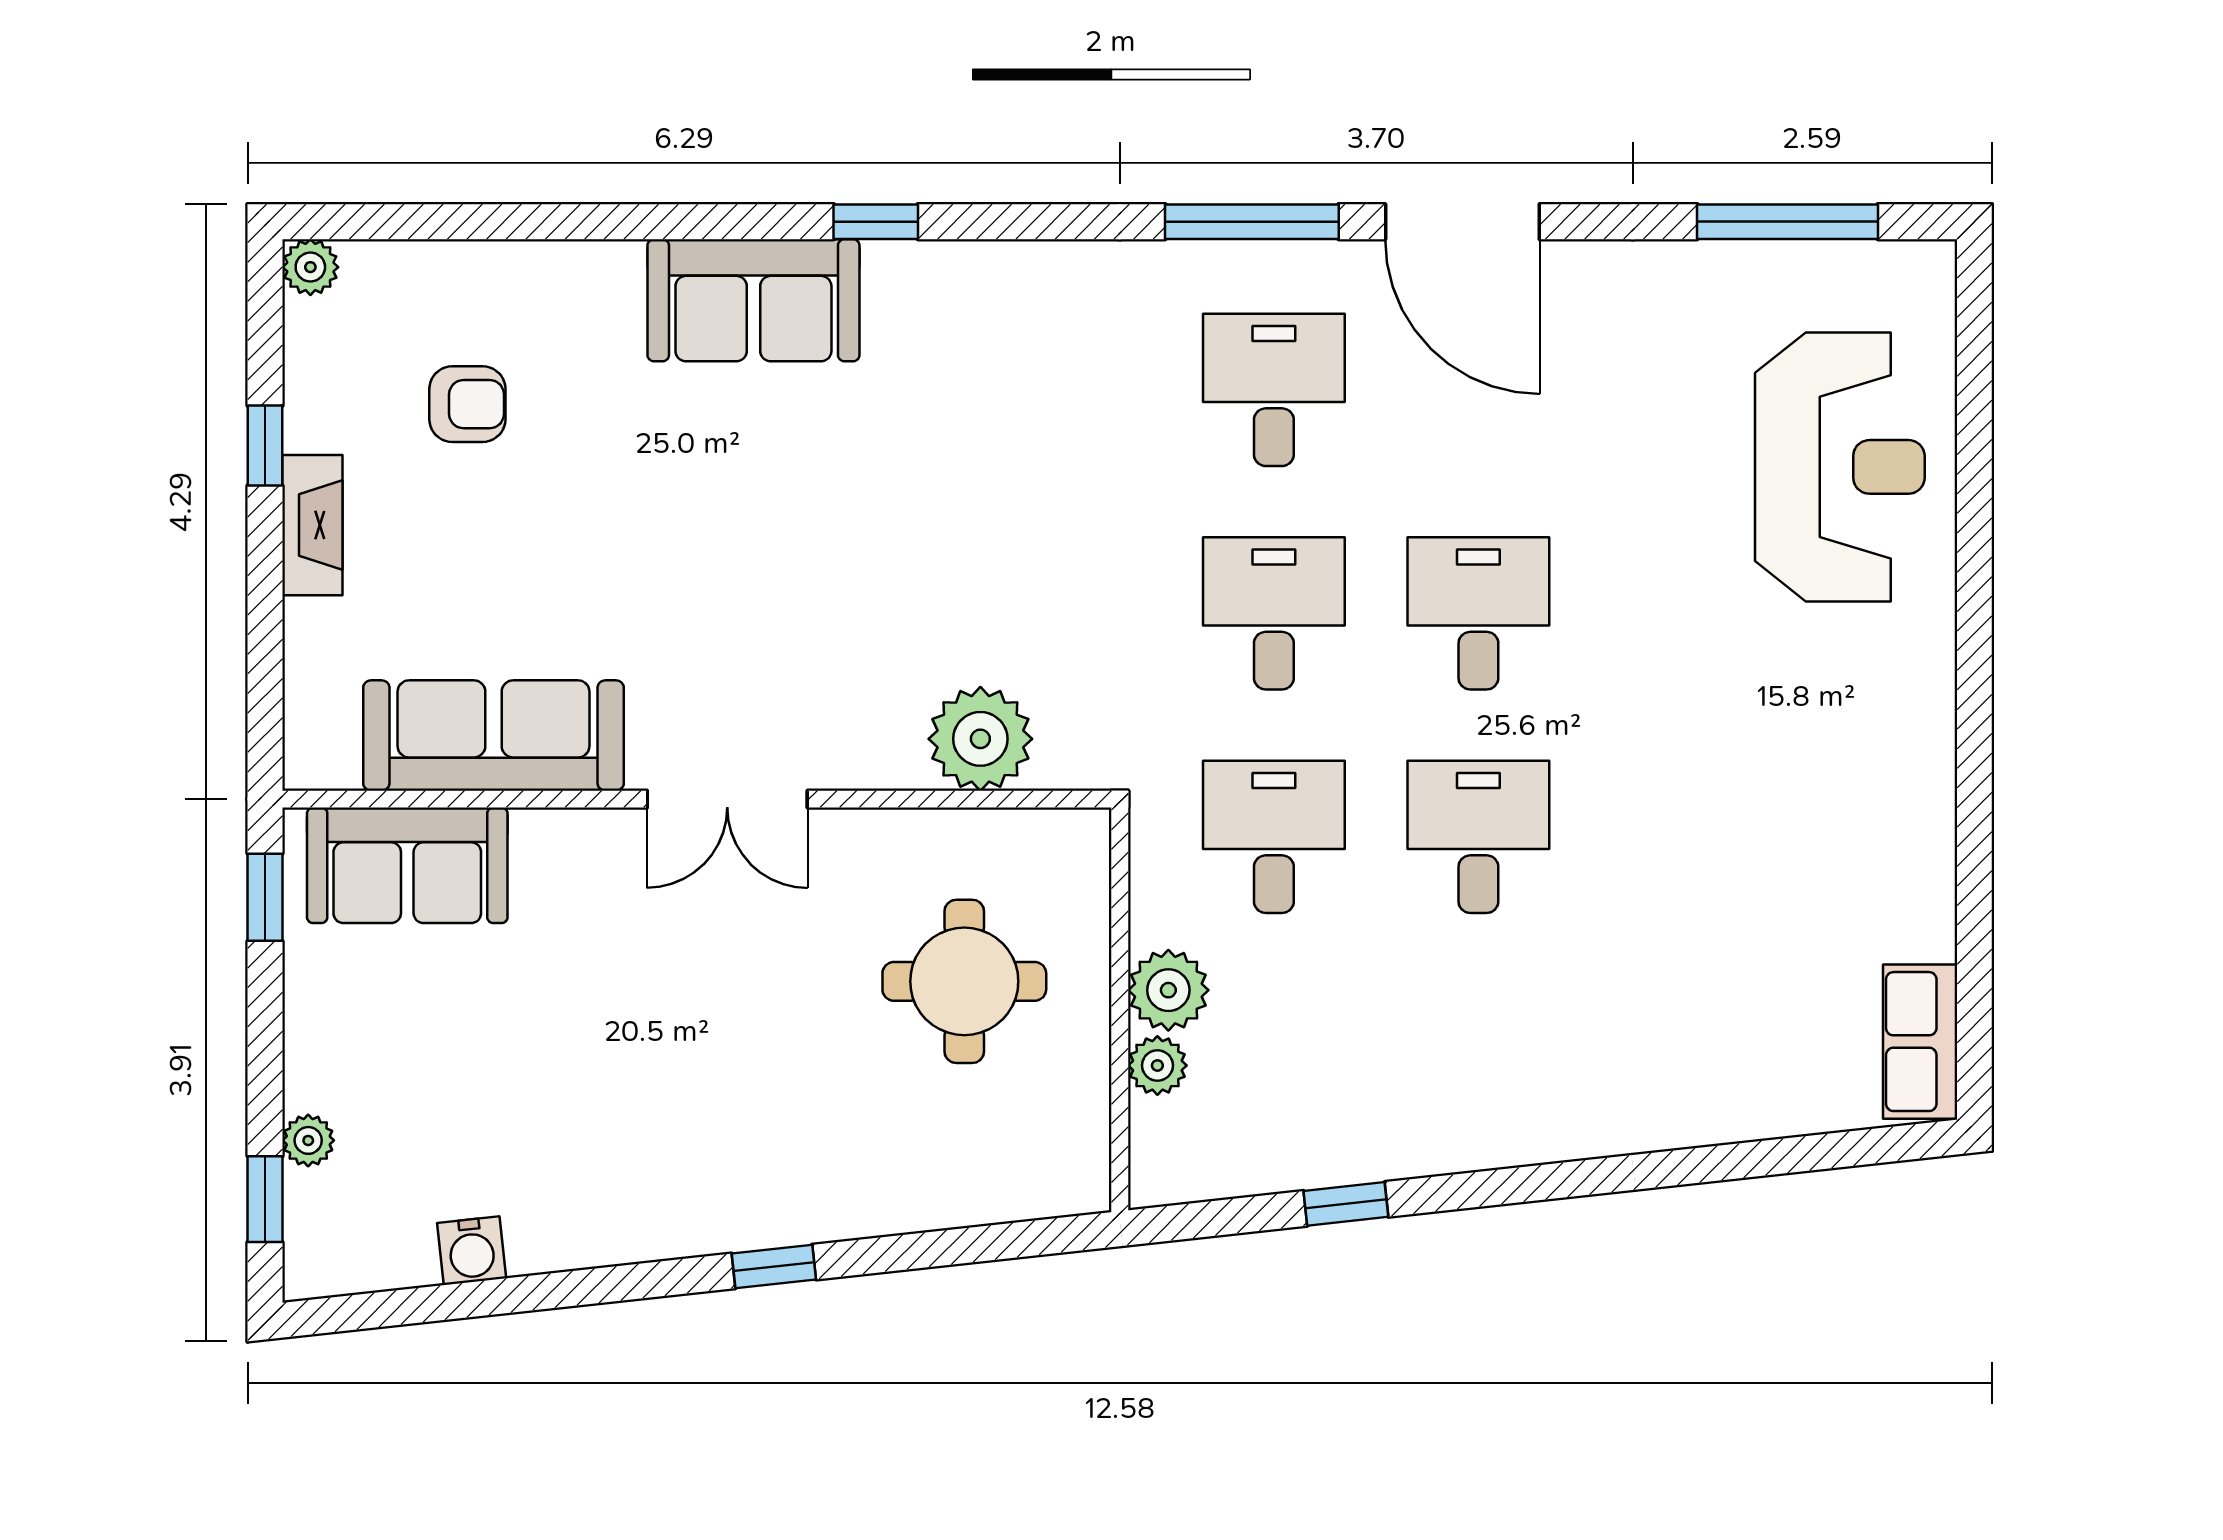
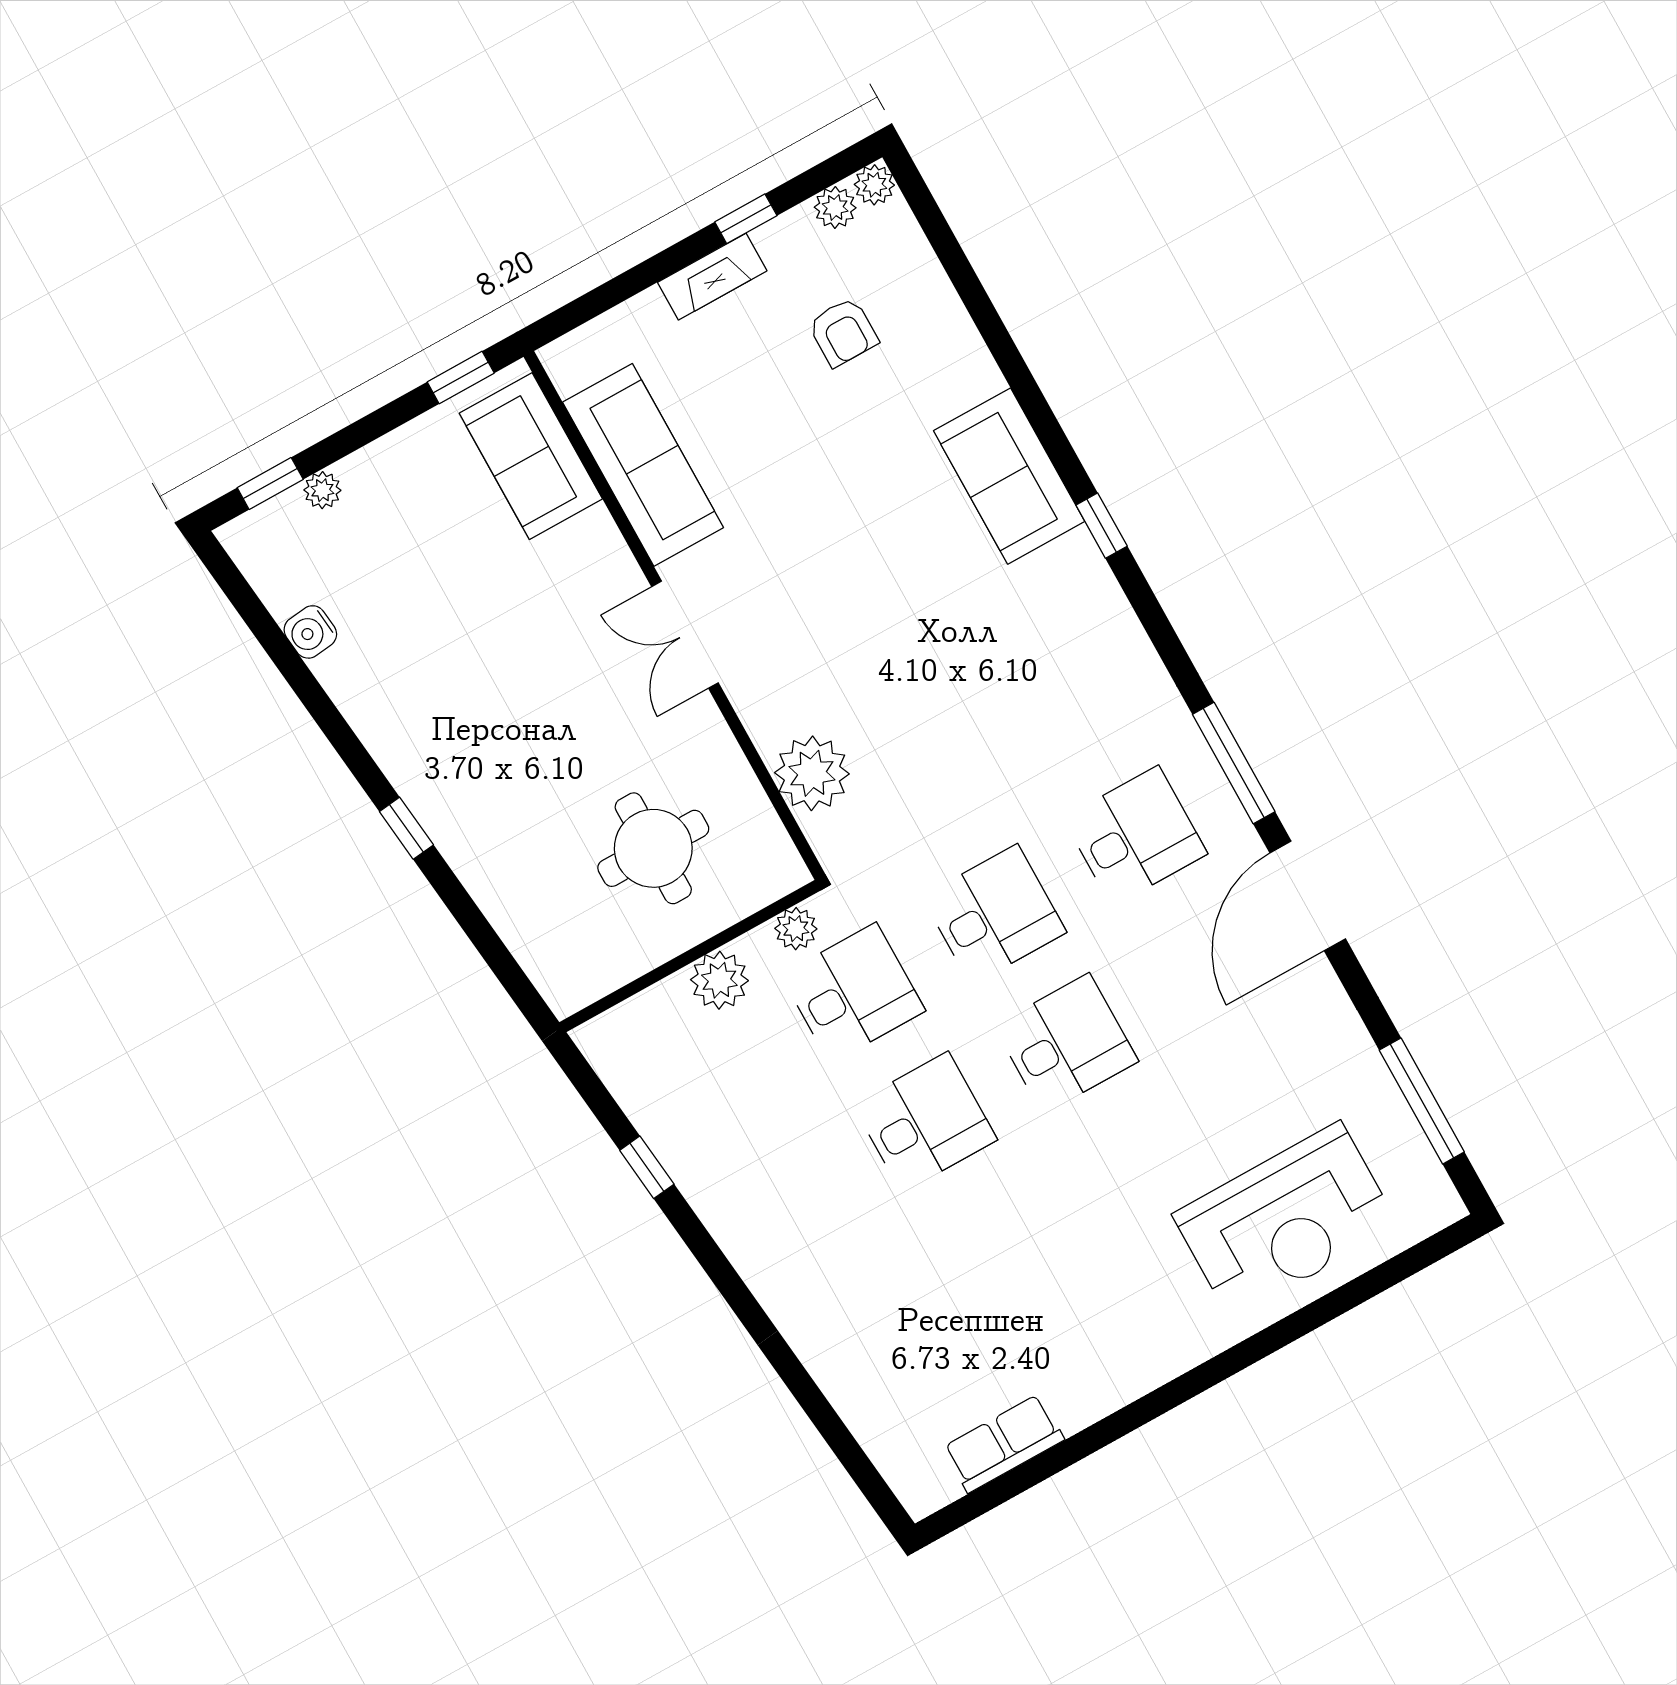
plant: (311, 330) -> (835, 208), added
row of seats: (1920, 1042) -> (1004, 1443), moved
plant: (1157, 1065) -> (796, 929), moved

